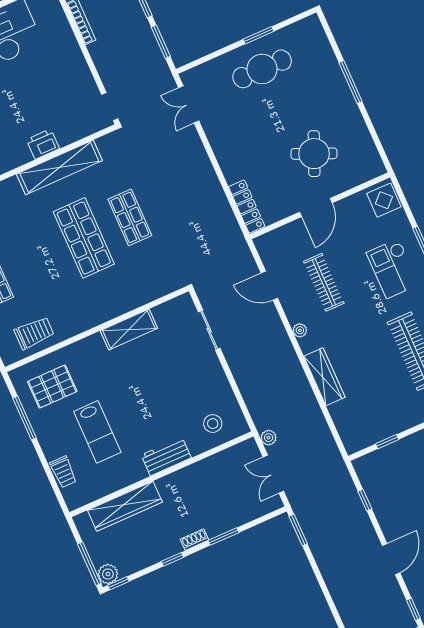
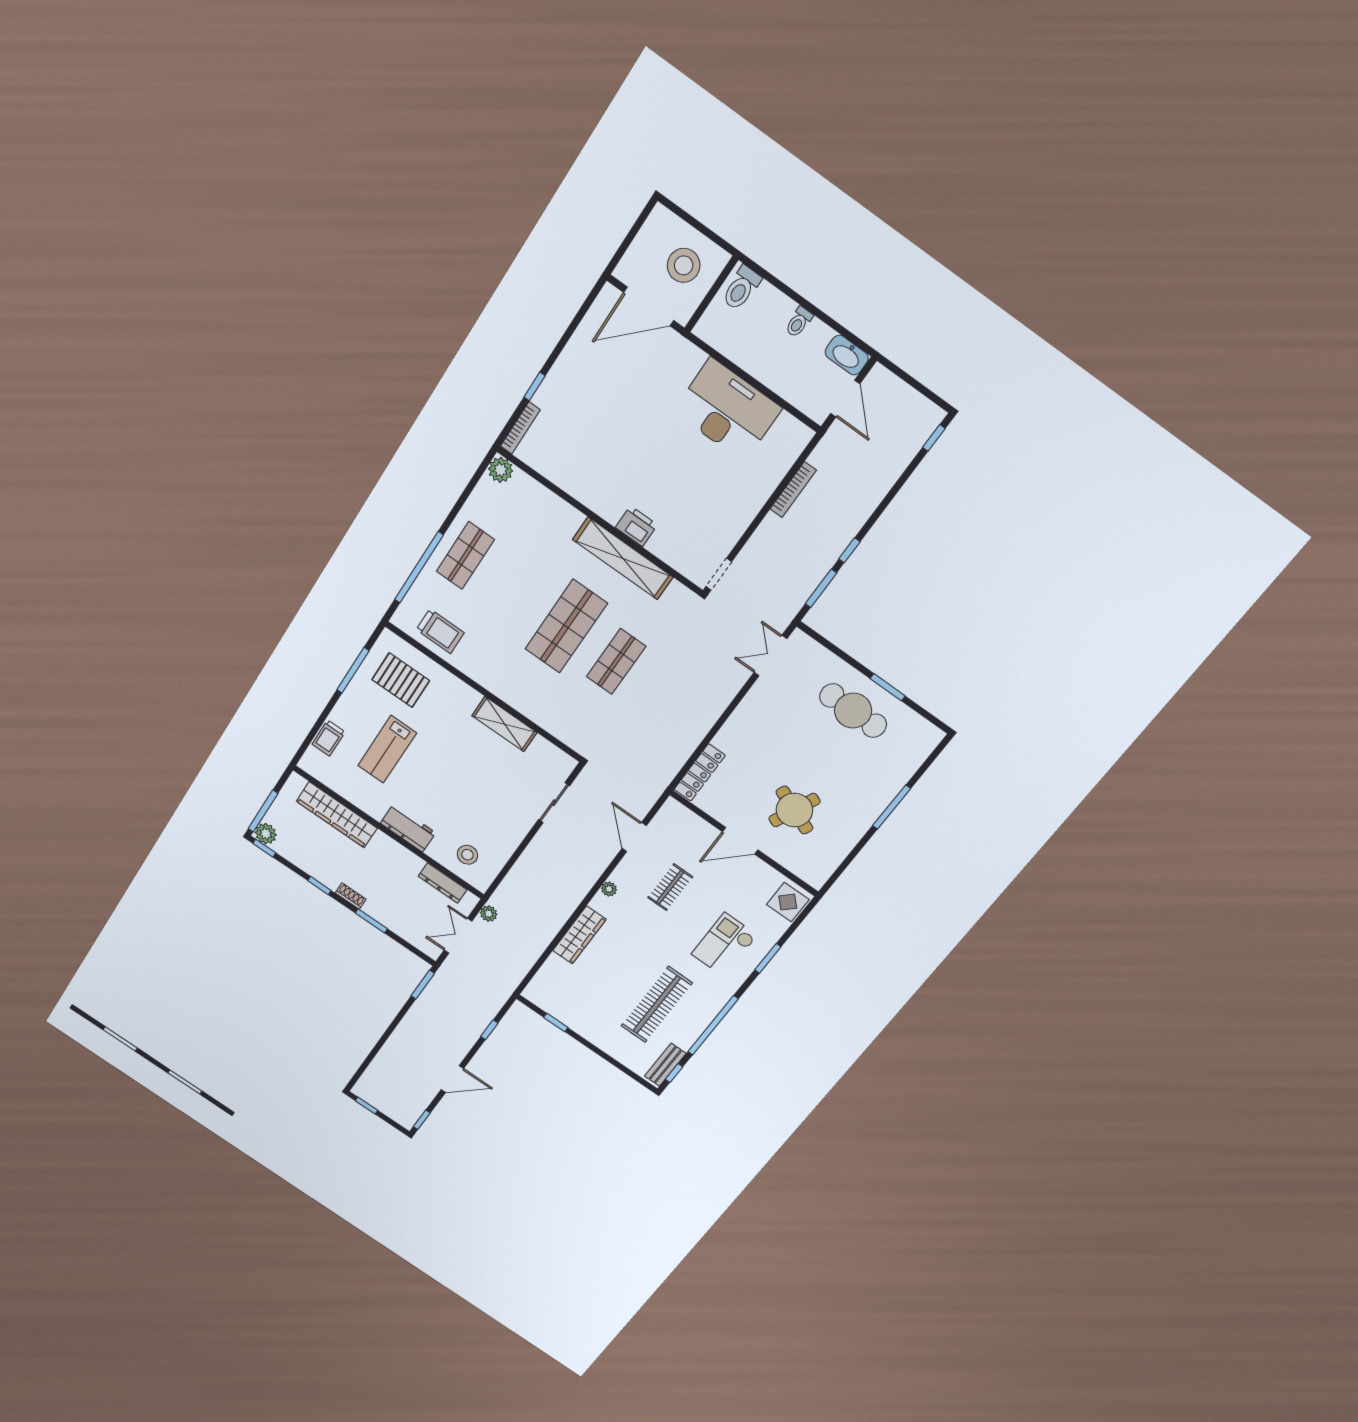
clothes rail: (324, 282) -> (670, 887), width x0.73
dresser: (224, 458) -> (443, 883), added

